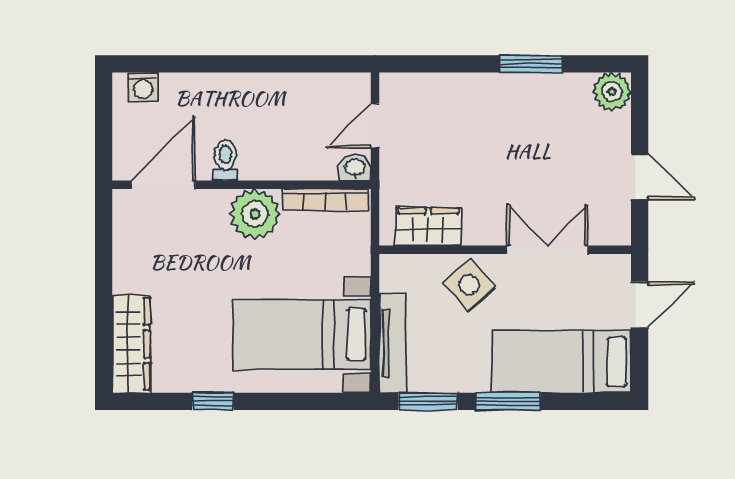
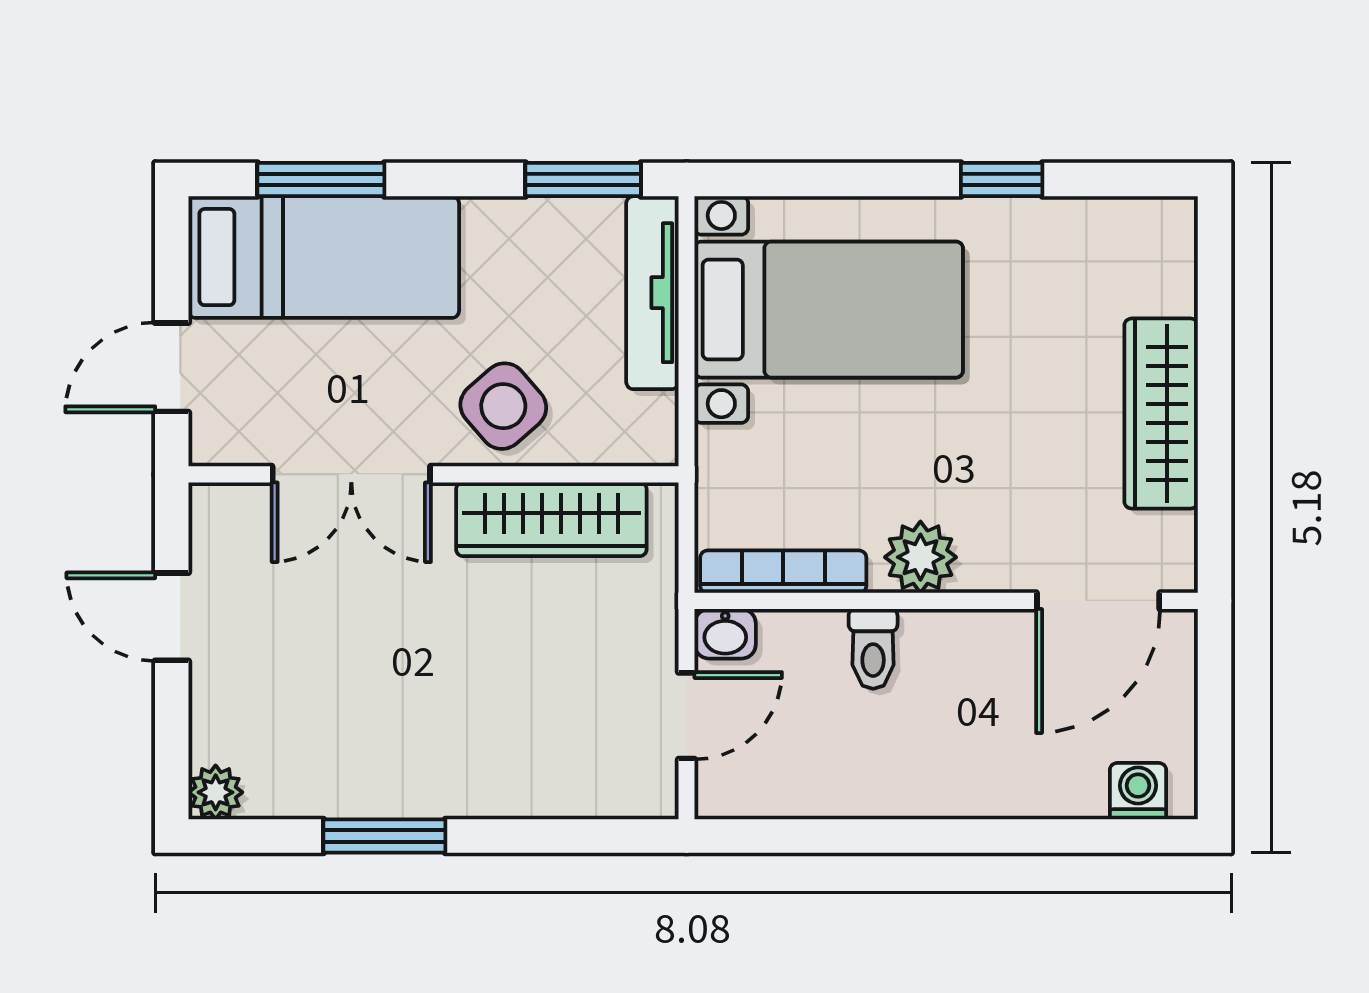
plant: (612, 92) -> (216, 792), width x0.73, depth x0.73
toilet: (225, 160) -> (873, 649), moved
plant: (255, 214) -> (920, 557), width x0.73, depth x0.73
wardrobe: (428, 227) -> (551, 519), width x1.50
wardrobe: (131, 344) -> (1161, 414), moved
window: (508, 401) -> (321, 180), moved

